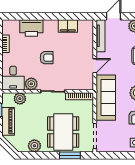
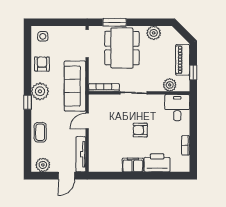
filing cabinet: (68, 26) -> (133, 165), moved
plant: (31, 84) -> (157, 101), removed

